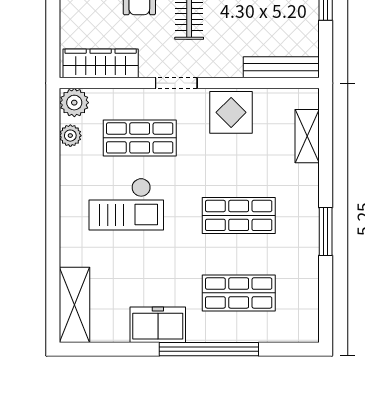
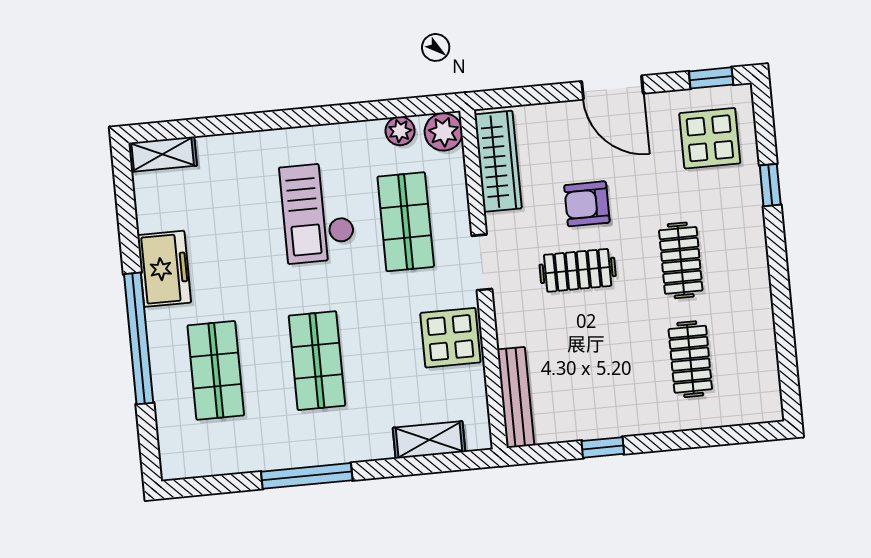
window: (326, 232) -> (307, 476), width x1.44
shelving: (74, 305) -> (163, 154), width x0.67, depth x0.75

